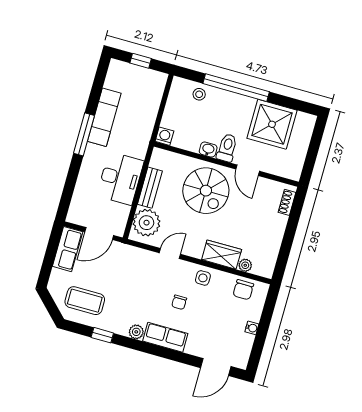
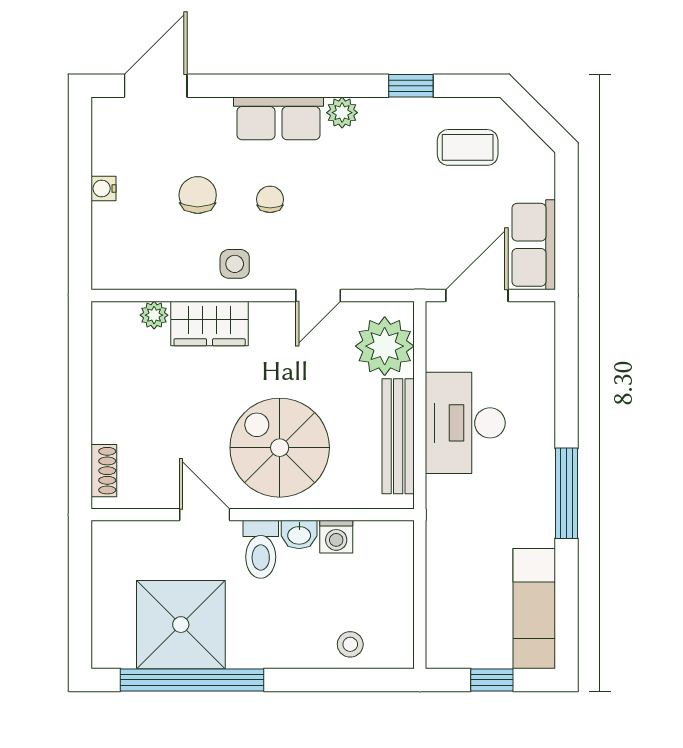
window: (236, 88) -> (192, 680), moved
exam couch: (104, 117) -> (534, 609), moved
washing machine: (164, 136) -> (336, 537), moved
bench: (150, 188) -> (398, 436), width x1.36
chair: (243, 290) -> (198, 195), moved
coffee table: (85, 301) -> (468, 147), width x0.73, depth x0.77

